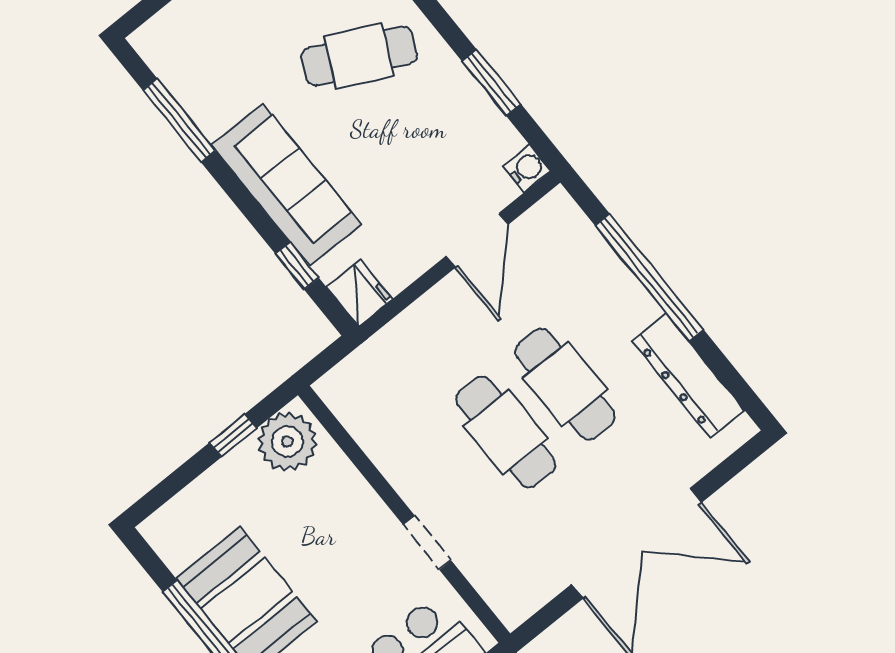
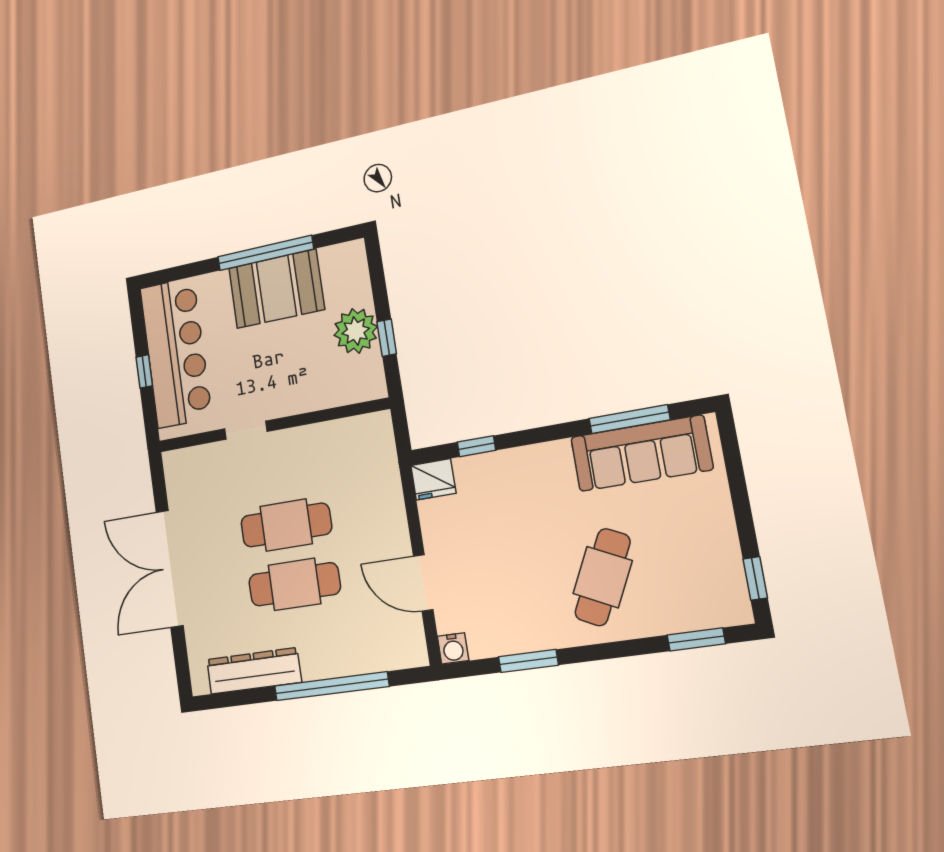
sofa: (286, 185) -> (641, 453), moved
plant: (287, 442) -> (356, 331), moved

